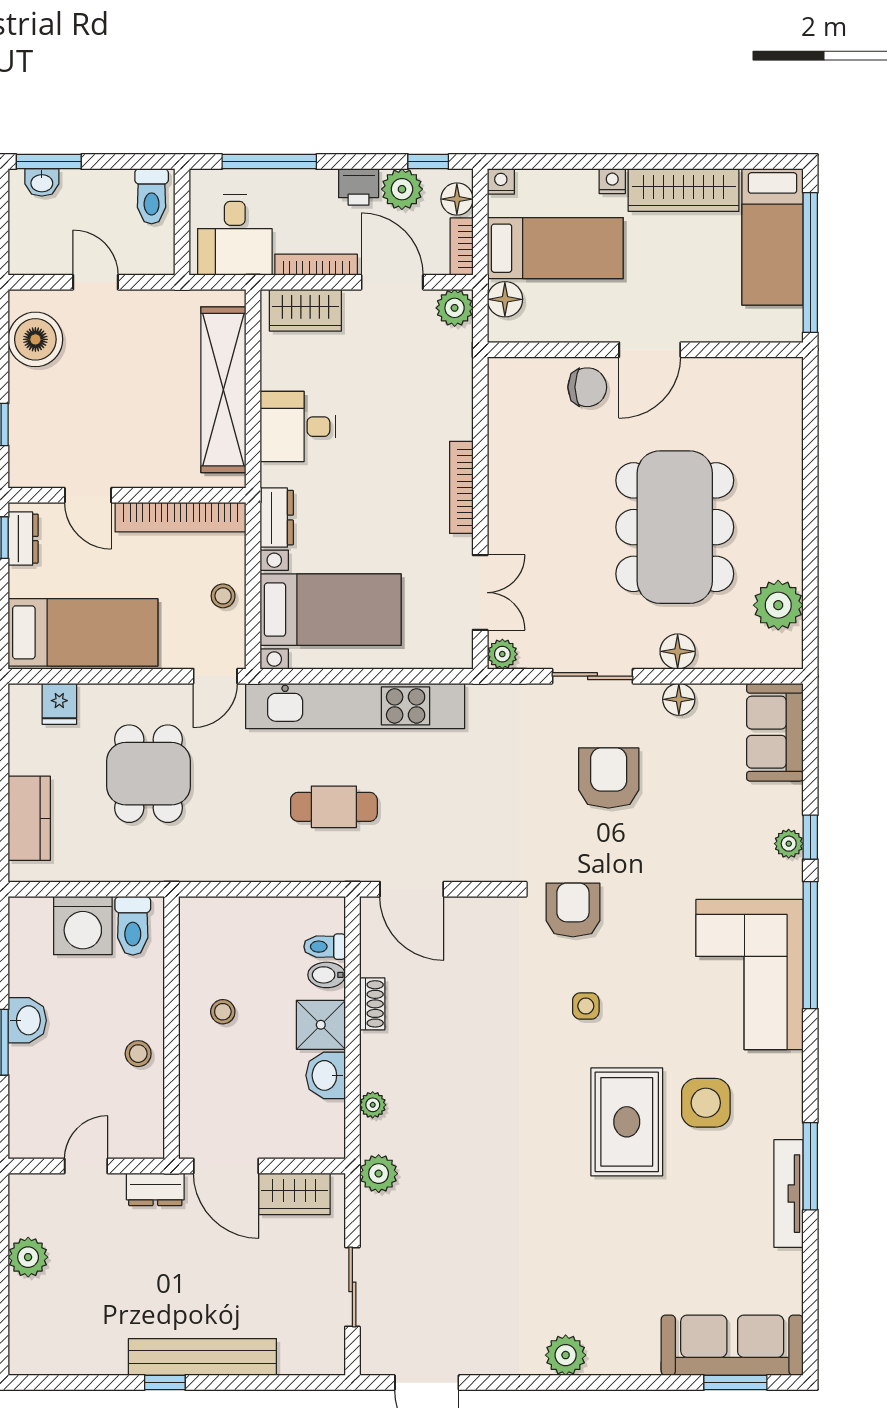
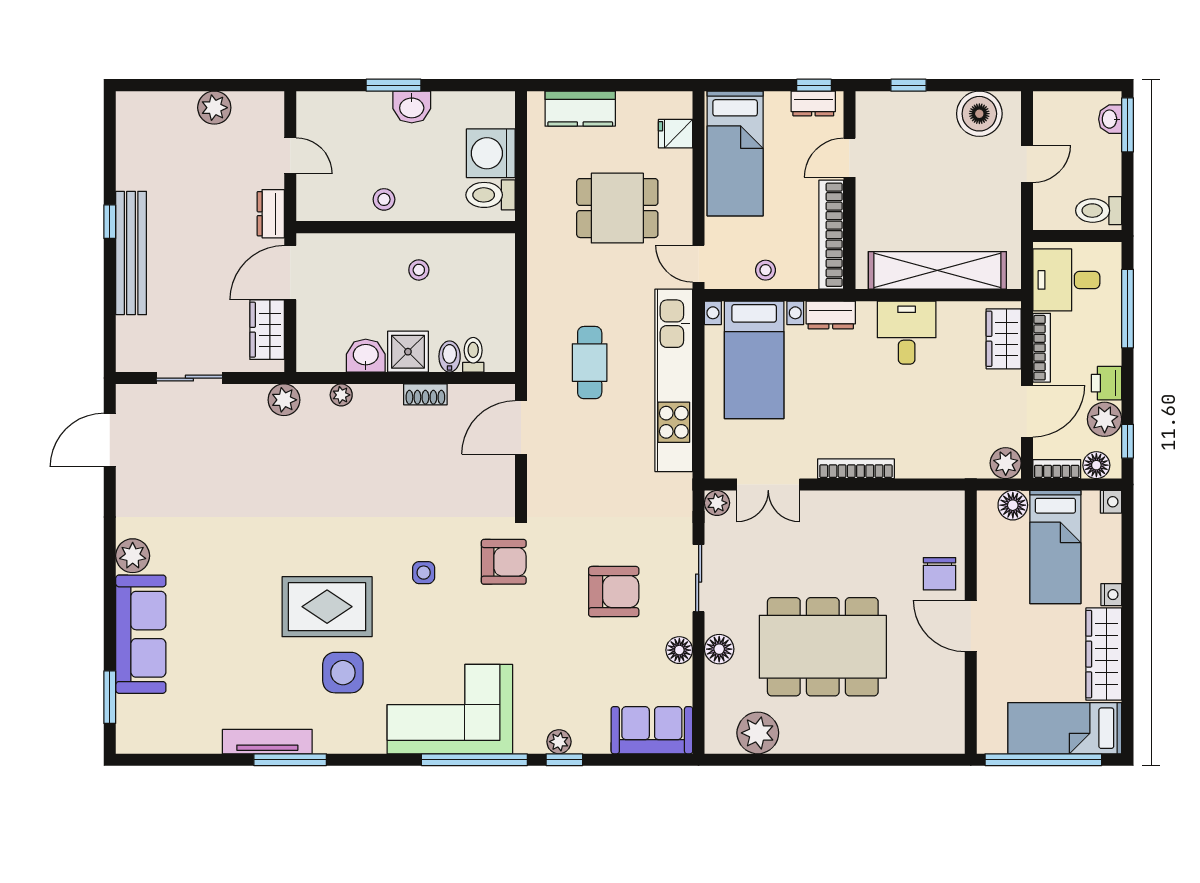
sofa: (732, 1345) -> (141, 634), moved

